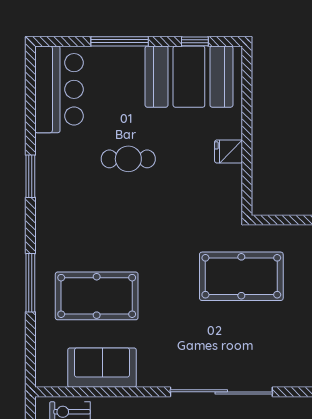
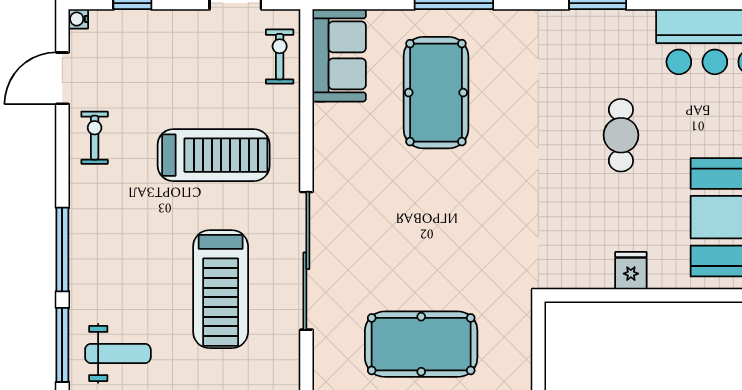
pool table: (241, 276) -> (421, 344), moved, turned 90
sofa: (102, 368) -> (339, 55), moved

